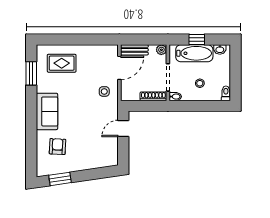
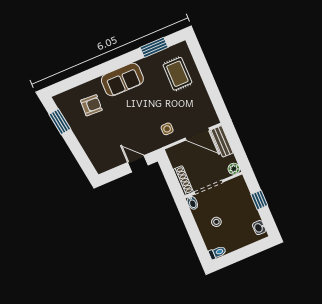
bathtub: (194, 53) -> (244, 203), removed

